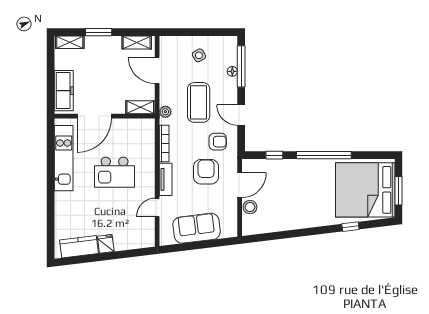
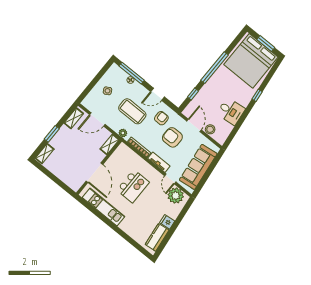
freezer: (64, 91) -> (68, 178), removed
desk: (289, 214) -> (231, 111), added
window: (350, 227) -> (257, 95), moved
sofa: (197, 228) -> (198, 167), width x1.36
plant: (143, 229) -> (176, 196), added

